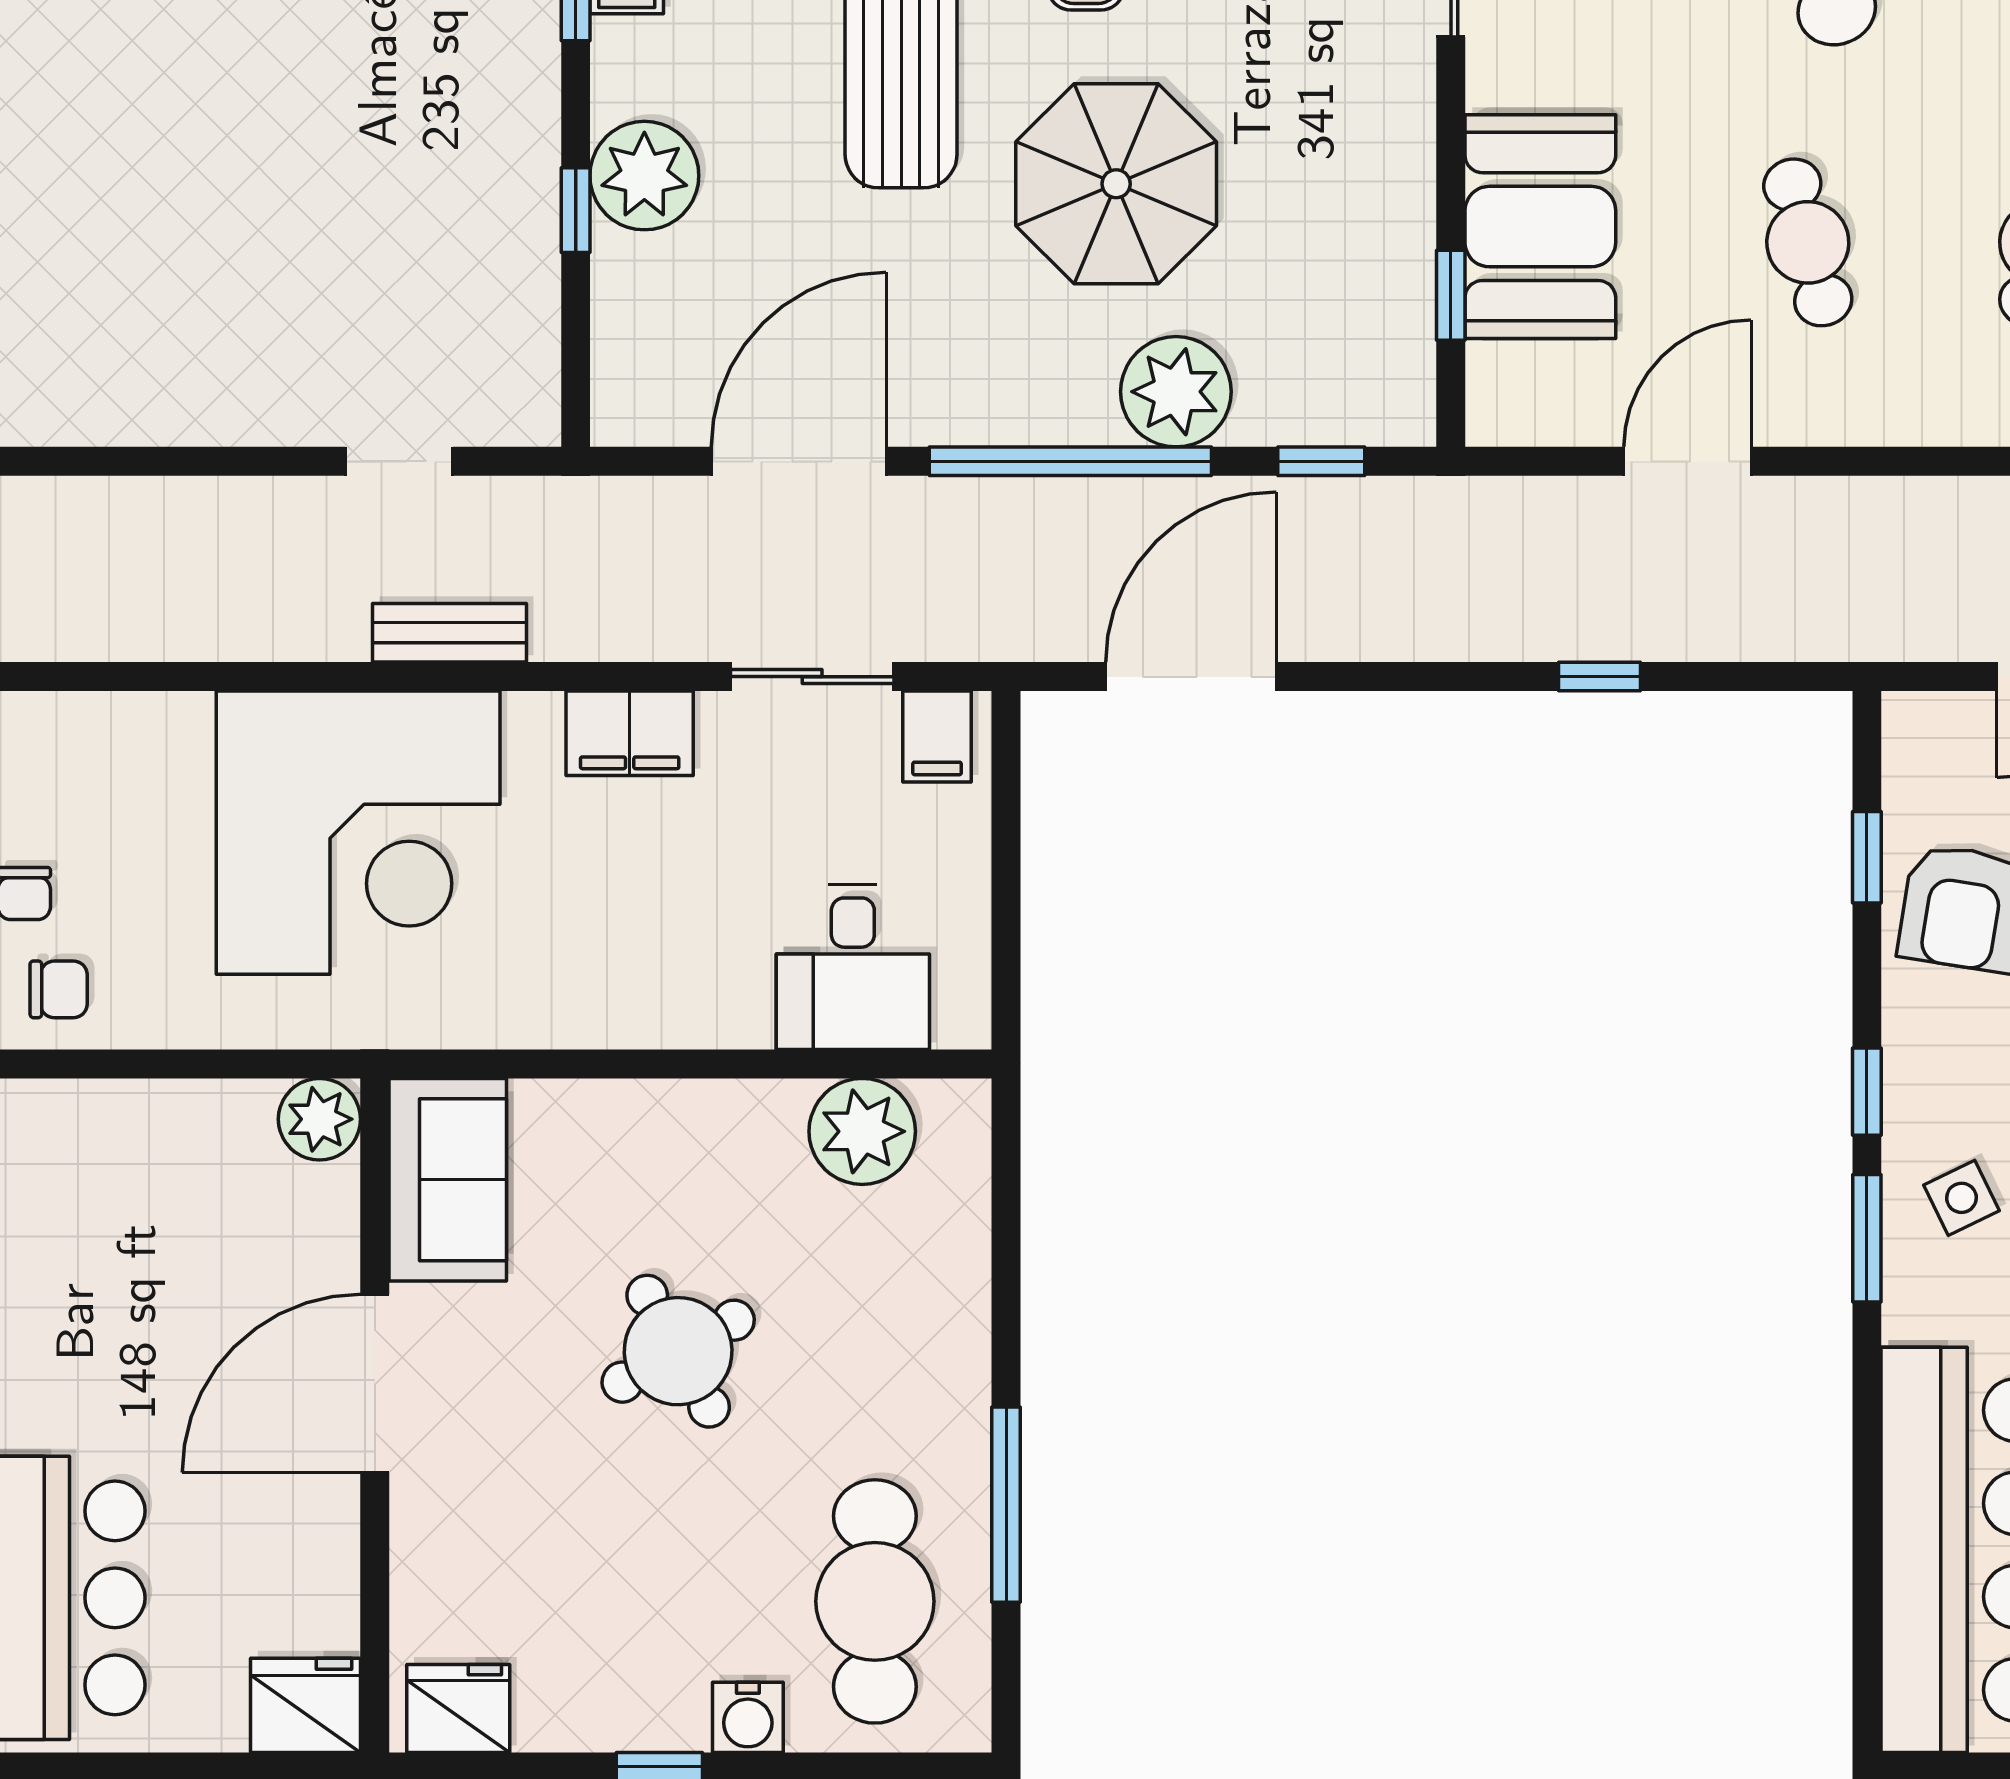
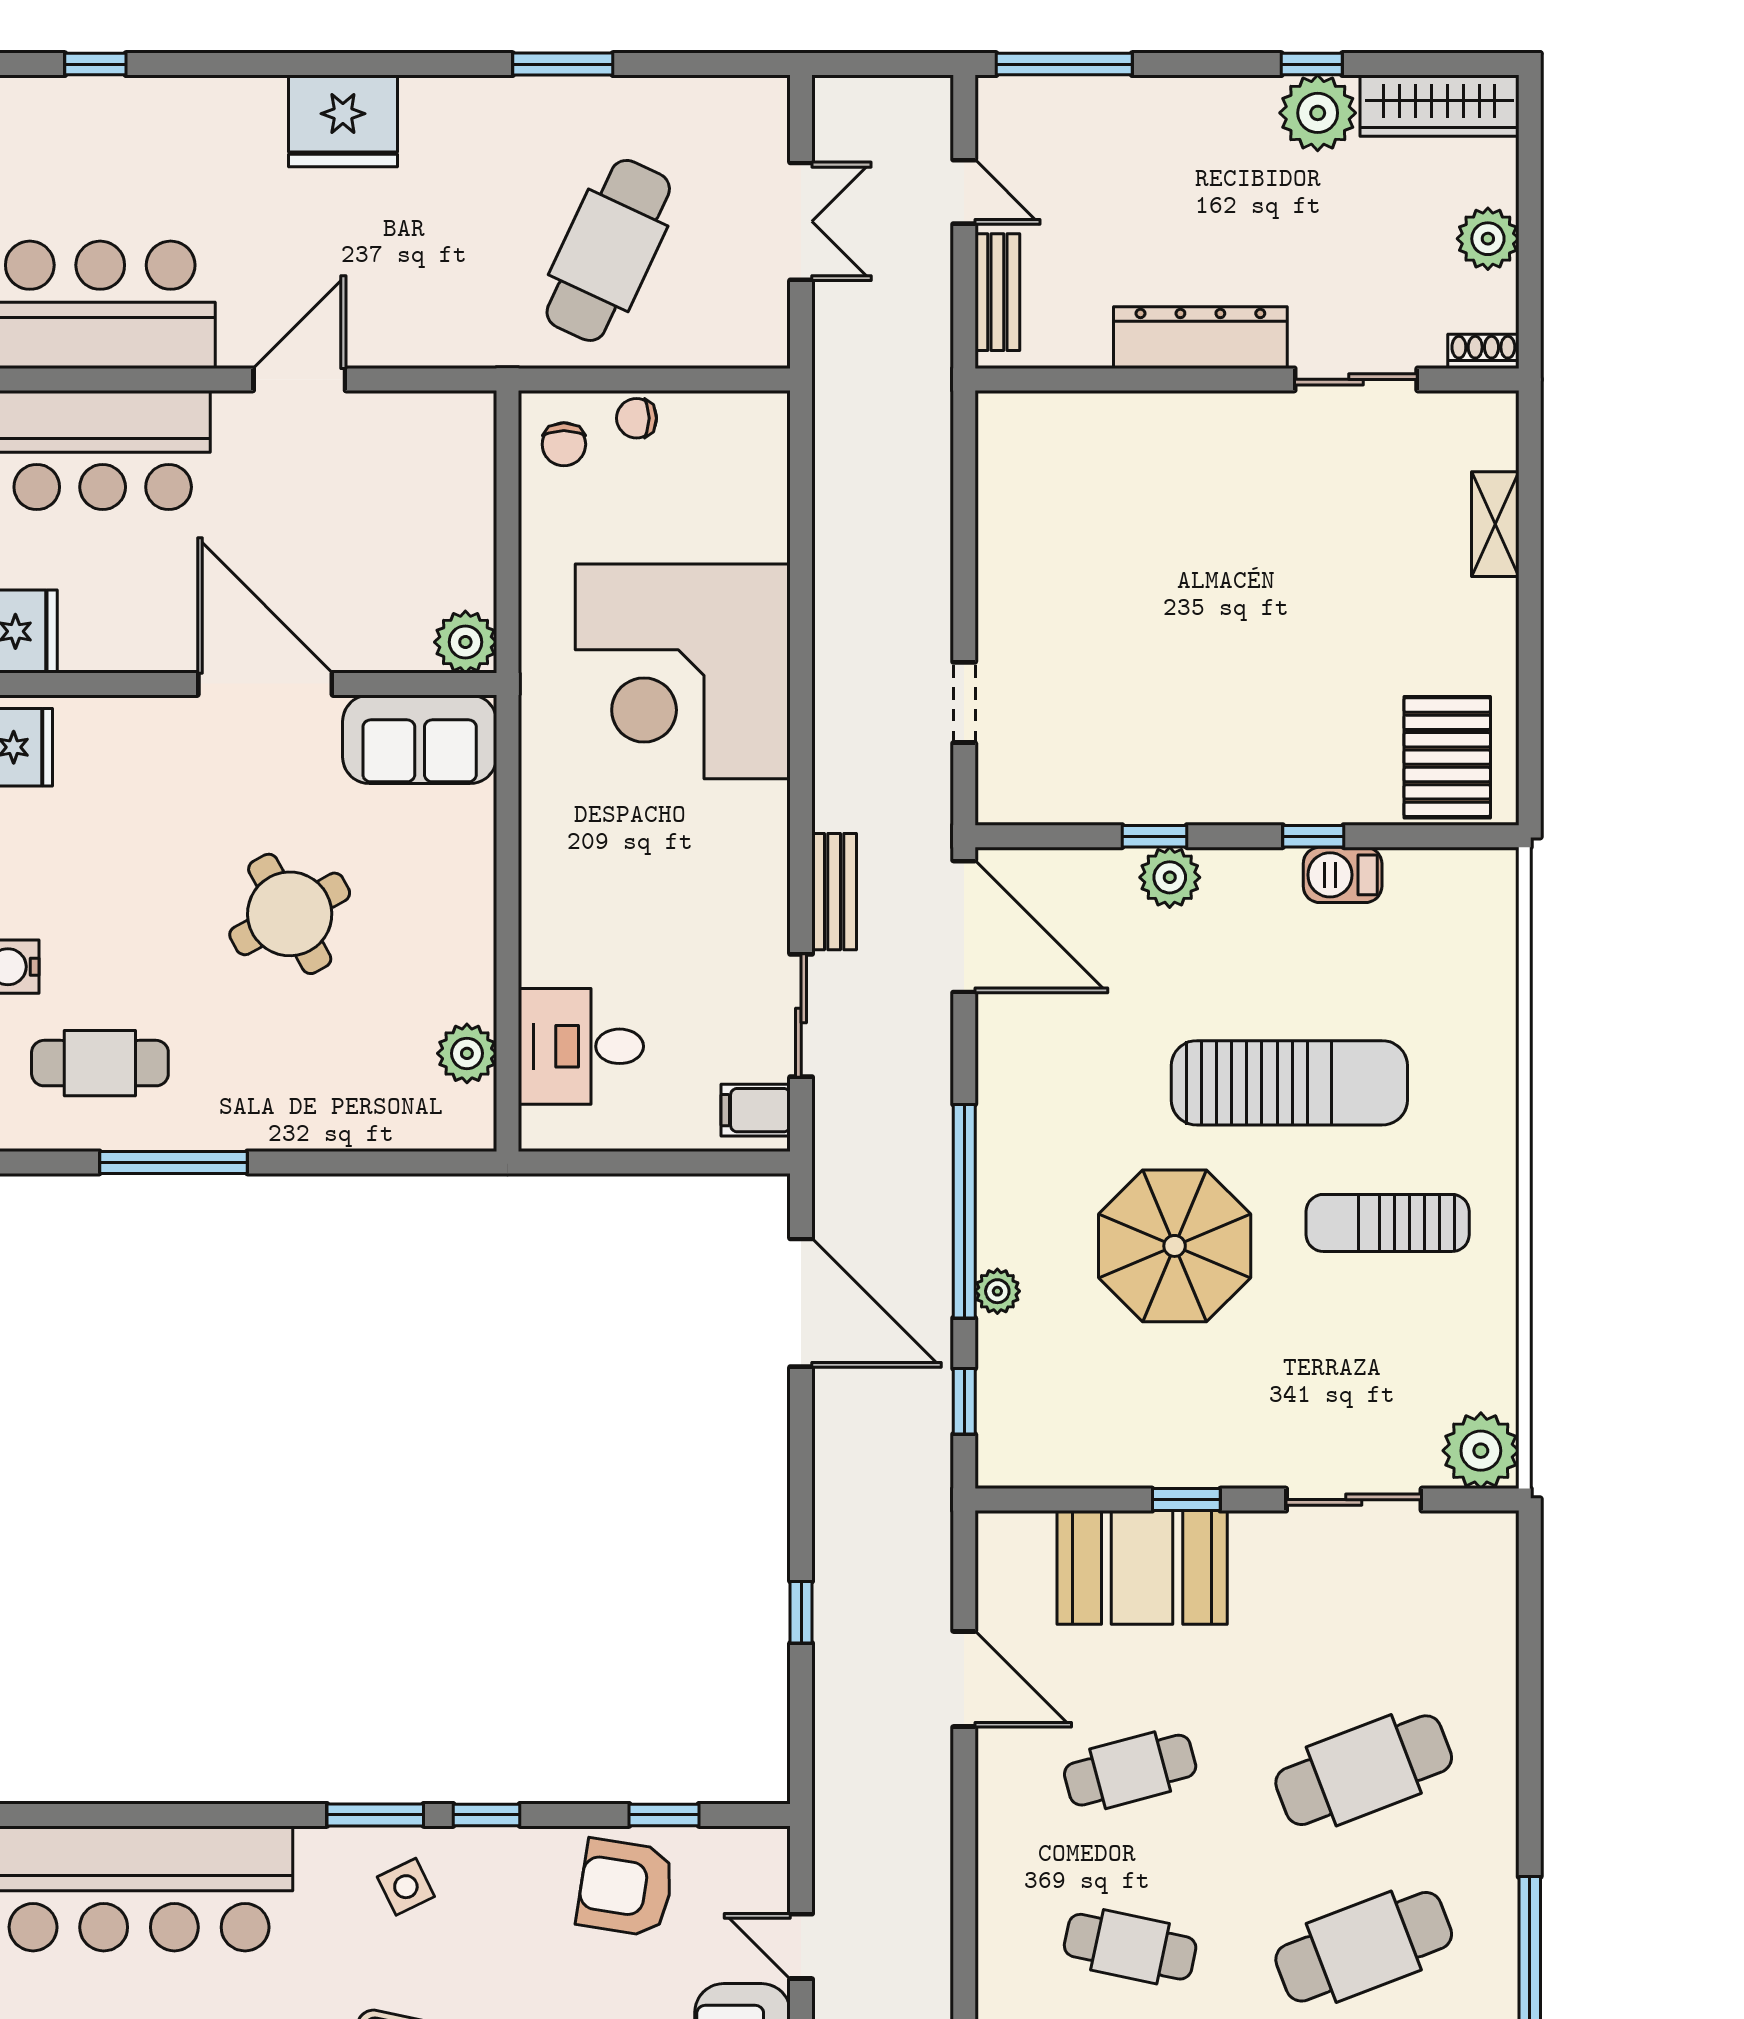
plant: (644, 176) -> (1170, 877), width x0.73, depth x0.73
window: (1451, 295) -> (1186, 1500), moved
plant: (1176, 392) -> (997, 1291), width x0.53, depth x0.53
door: (799, 461) -> (964, 927), moved
bench: (449, 633) -> (834, 892), moved
filing cabinet: (630, 733) -> (758, 877), removed
plant: (862, 1131) -> (467, 1053), width x0.73, depth x0.73
cafe table: (875, 1601) -> (100, 1063), width x0.73, depth x0.74

